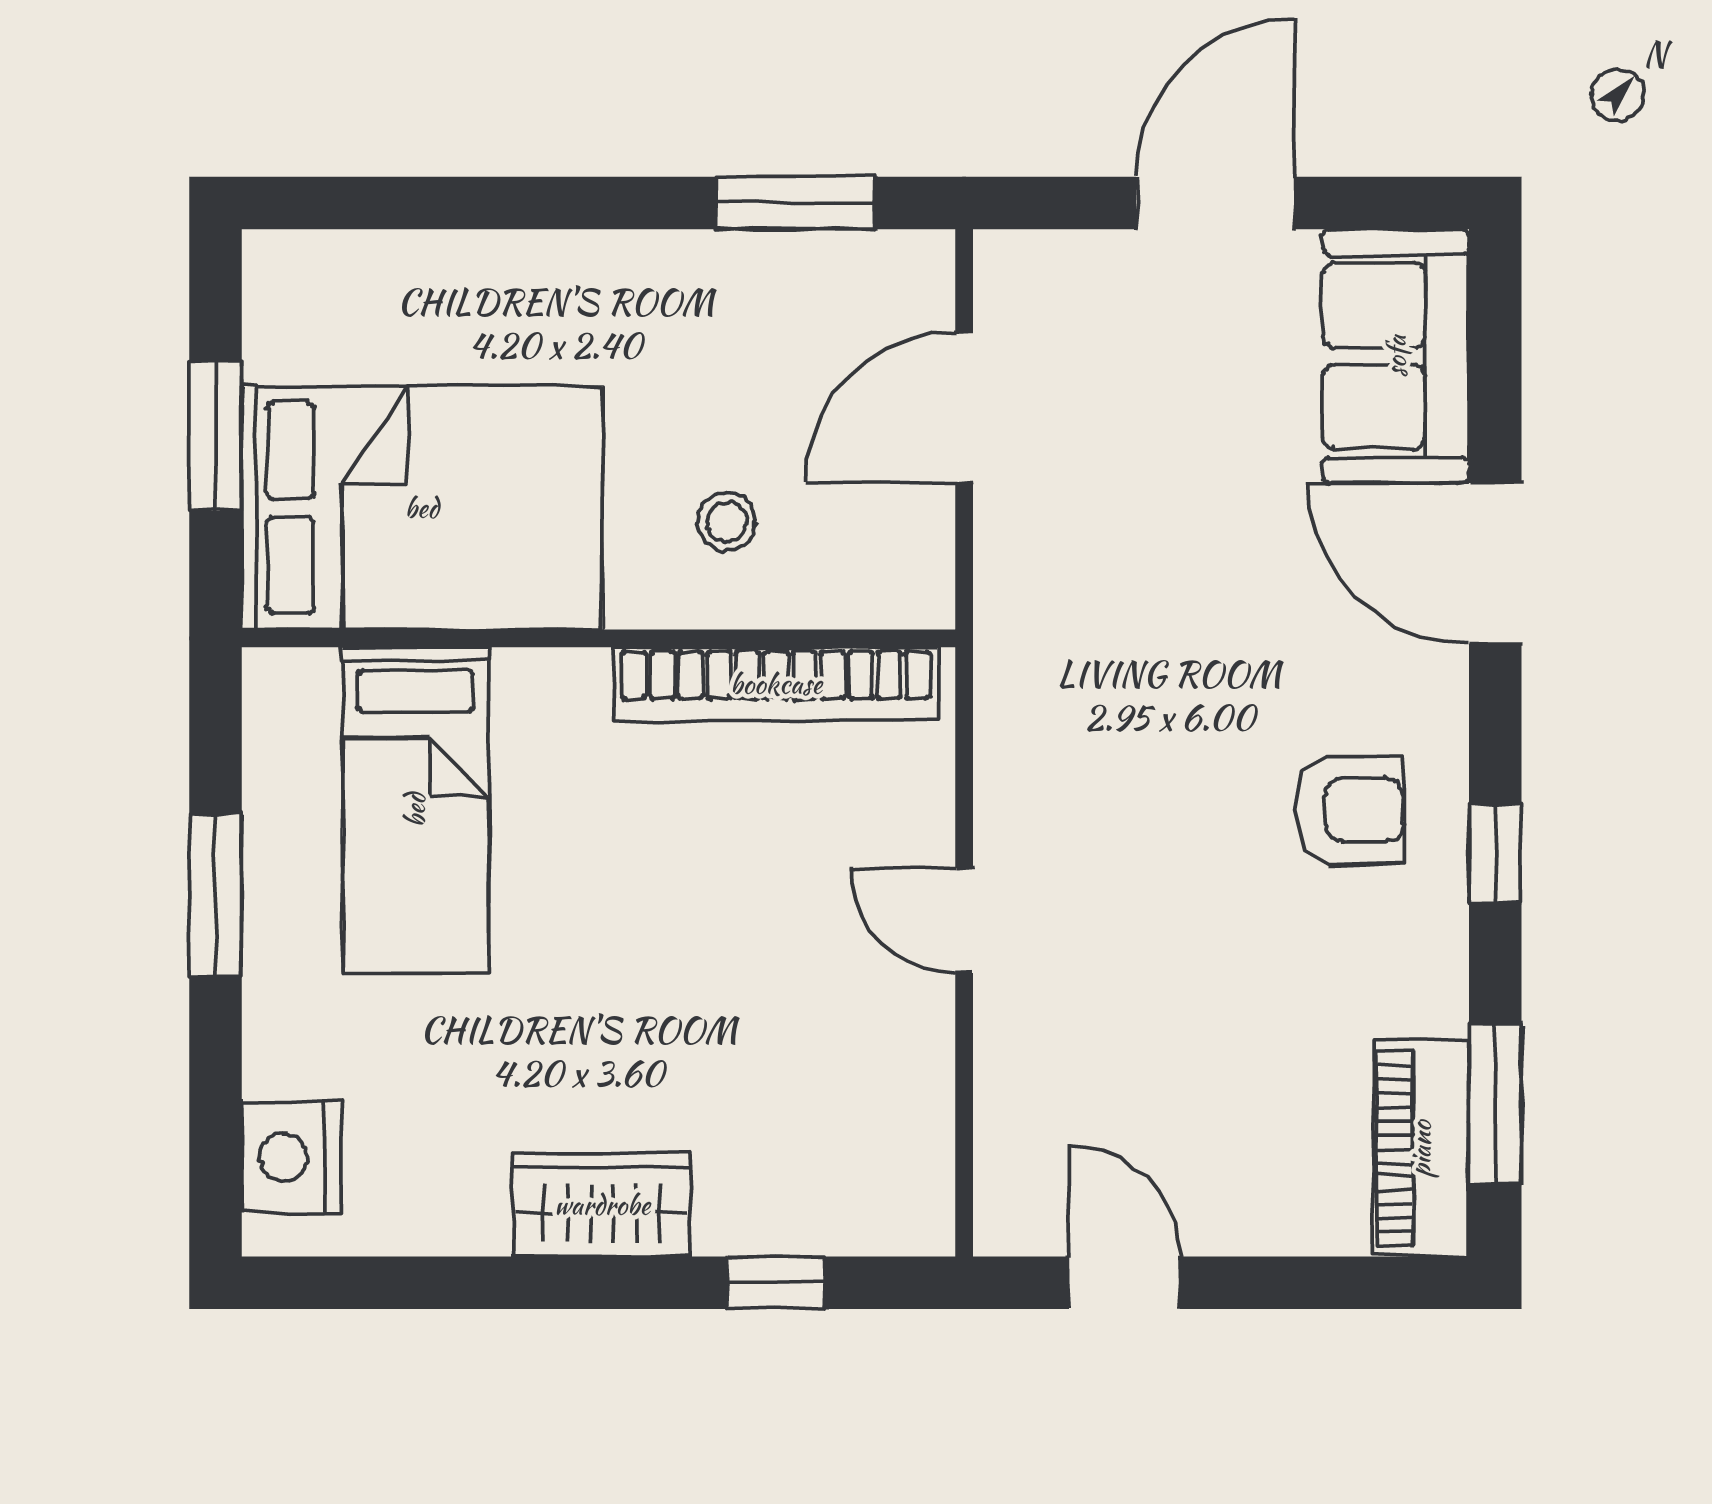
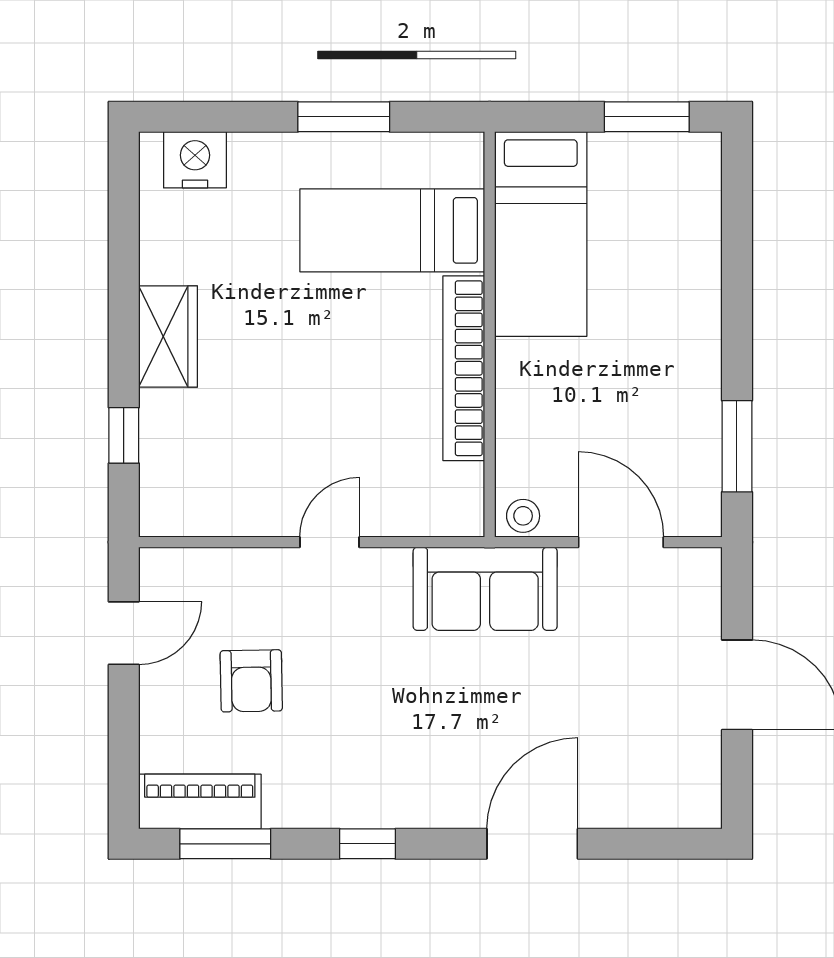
sofa: (1396, 356) -> (485, 589), moved, turned 180
window: (215, 436) -> (647, 117), moved
bed: (422, 508) -> (541, 234), width x0.67
stool: (727, 522) -> (523, 516), moved
bookcase: (776, 684) -> (464, 368), moved
armchair: (1349, 810) -> (251, 681), moved

